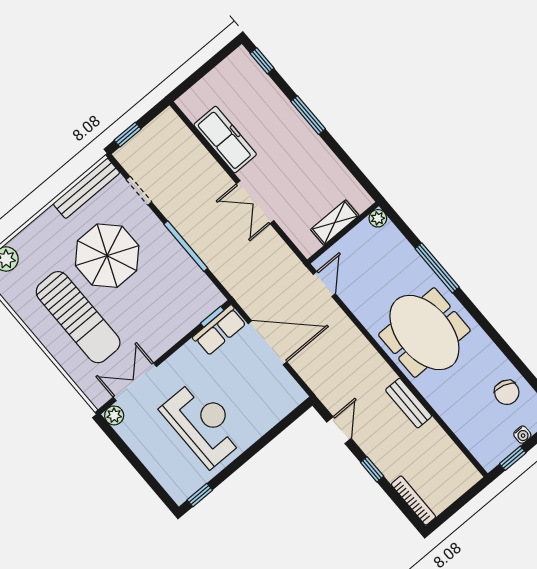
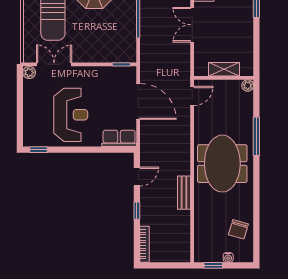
row of seats: (219, 330) -> (119, 138), moved, turned 180

